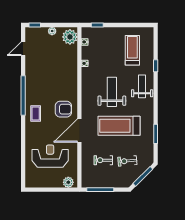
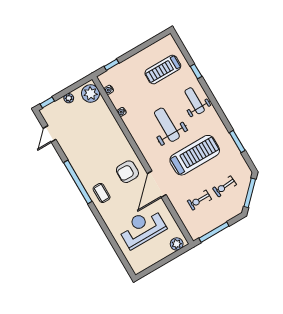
treadmill: (132, 50) -> (163, 70), turned -90
armchair: (63, 109) -> (127, 172), turned 180
treadmill: (119, 126) -> (195, 155), turned 180

